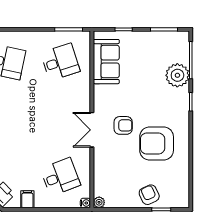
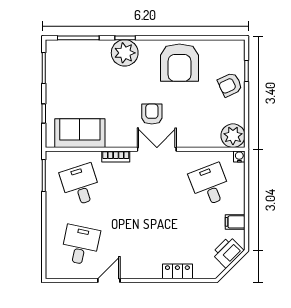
plant: (177, 75) -> (125, 53), moved
bookcase: (85, 93) -> (116, 156), added
double door: (92, 130) -> (157, 149), swing flipped
armchair: (157, 144) -> (179, 63), moved
plant: (99, 202) -> (233, 136), width x1.87, depth x1.87

